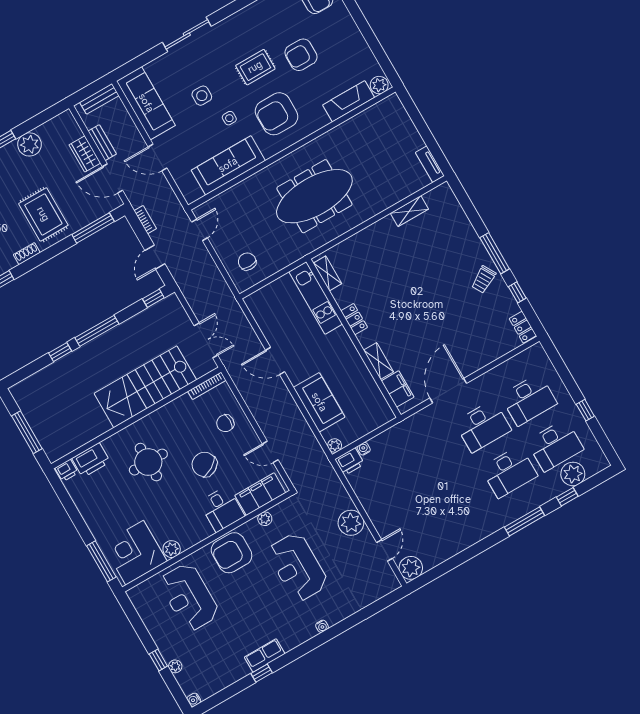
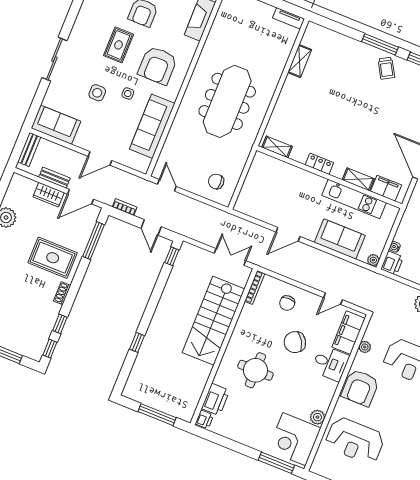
sofa: (146, 103) -> (56, 125), width x0.73
kitchen unit: (316, 298) -> (354, 199), moved
window: (97, 331) -> (151, 308), removed

